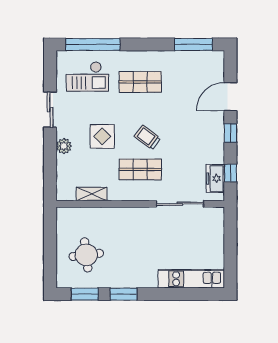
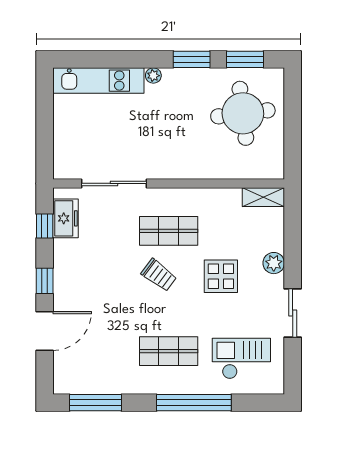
window: (93, 44) -> (194, 403), moved
shelving: (92, 194) -> (263, 197), moved
round table: (86, 255) -> (243, 113), width x1.36, depth x1.36
plant: (151, 282) -> (153, 76), added

